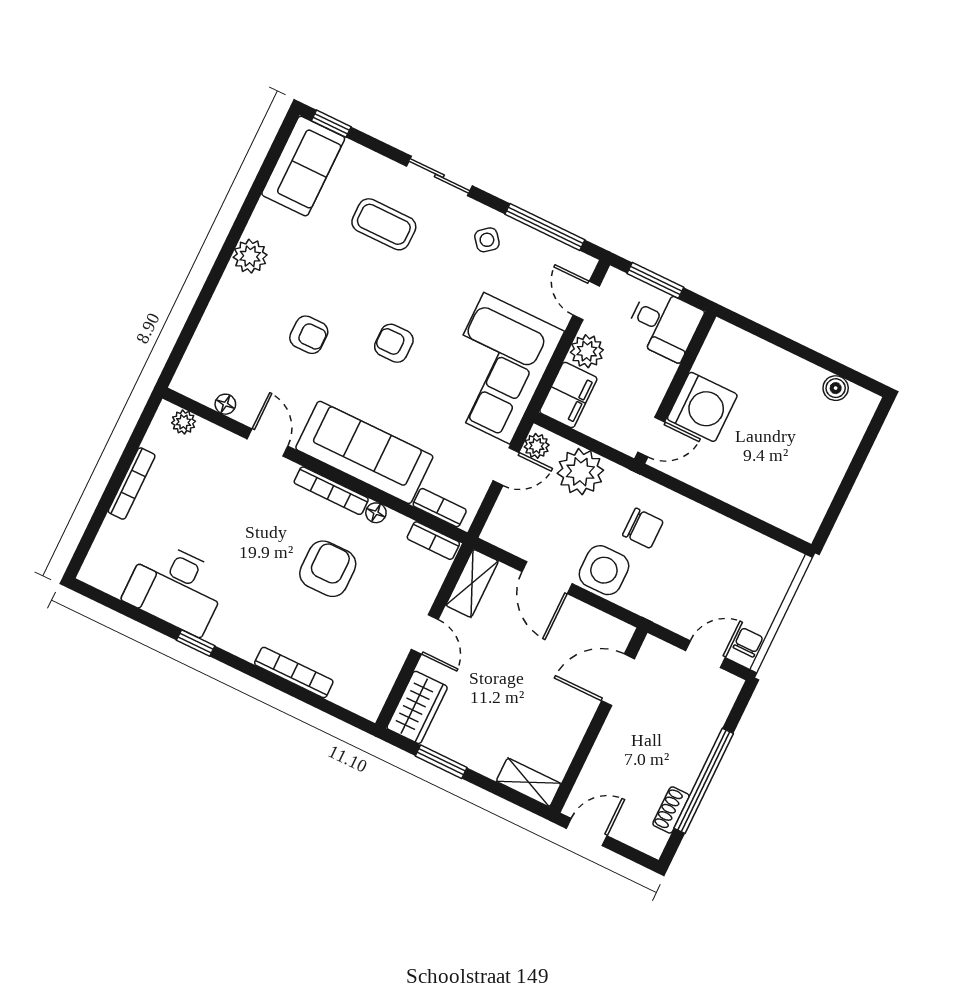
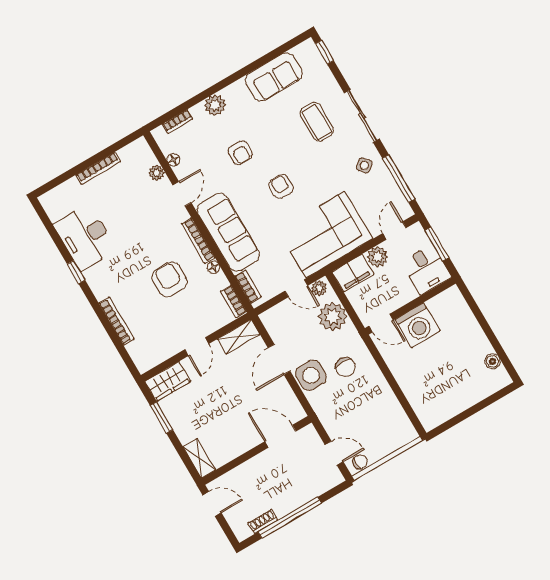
sofa: (303, 166) -> (274, 77), moved
sliding door: (439, 176) -> (362, 116), width x1.37
plant: (250, 256) -> (215, 105), moved
bookcase: (197, 349) -> (178, 122), added
plant: (184, 422) -> (157, 173), moved
armchair: (328, 569) -> (170, 279), turned -90

